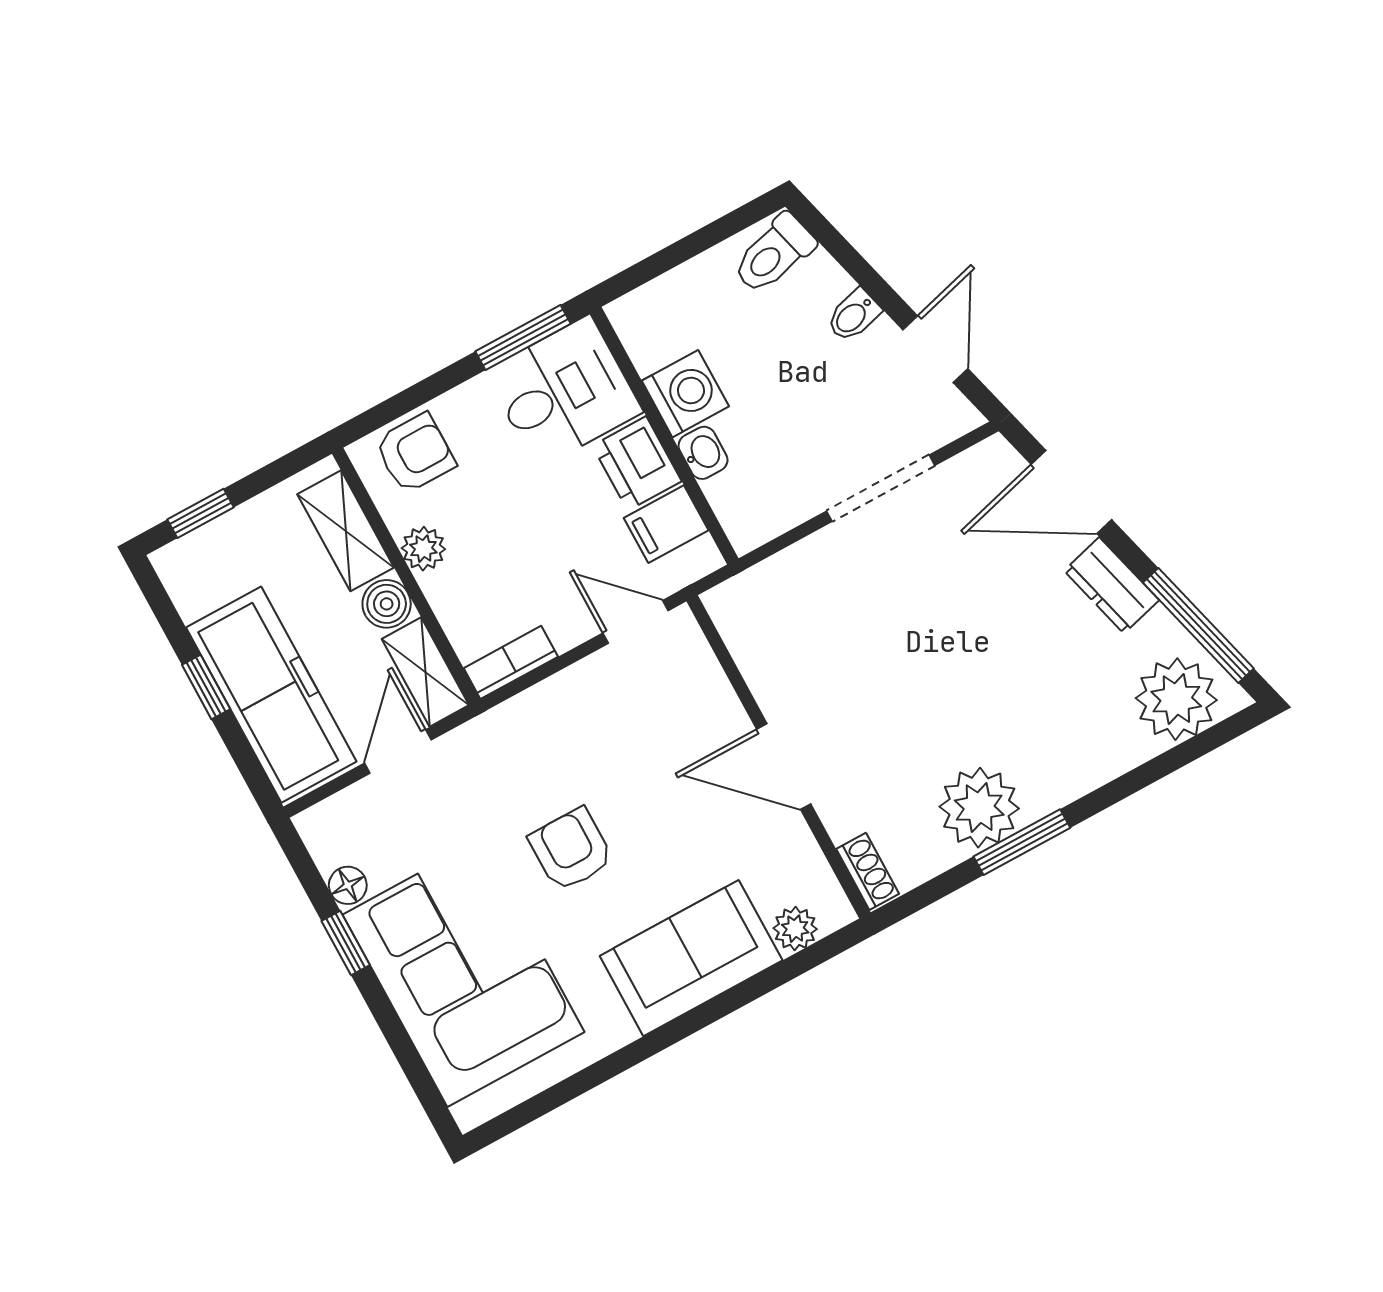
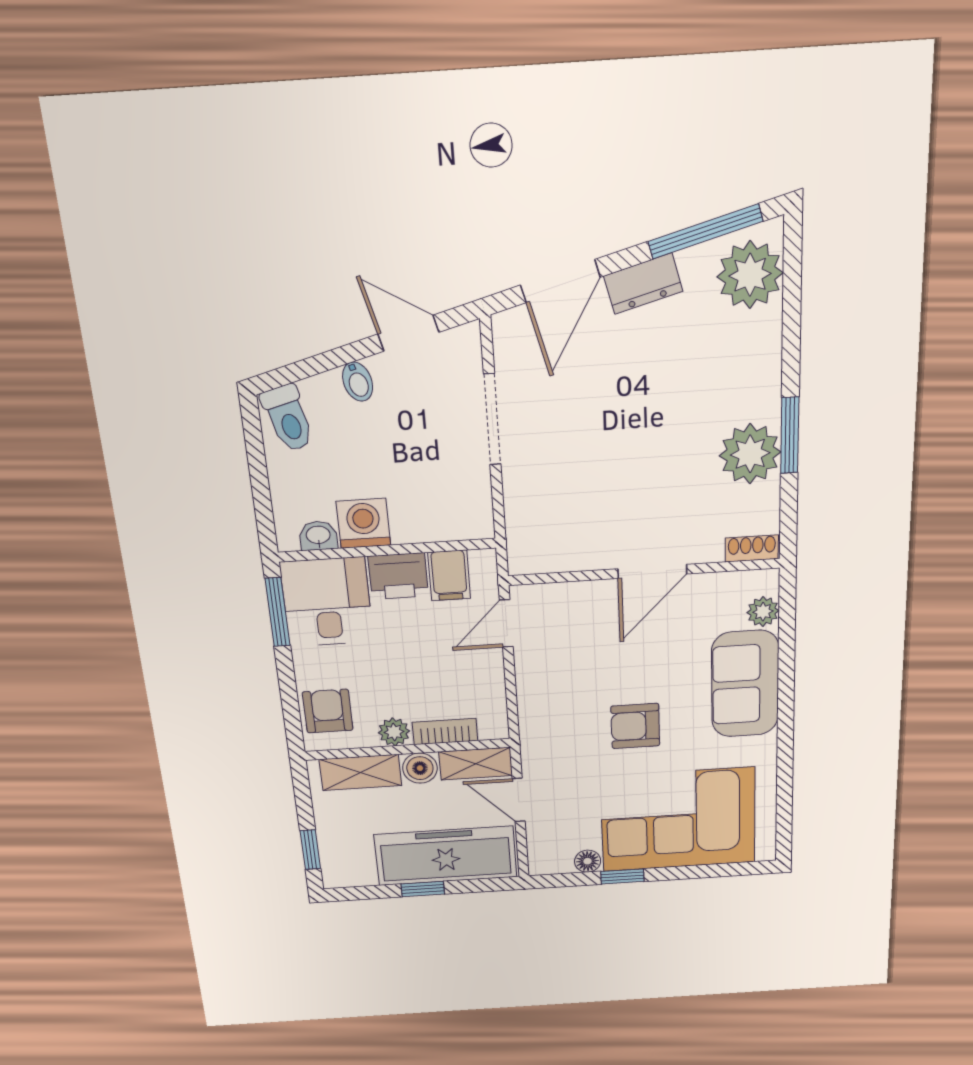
washbasin: (703, 453) -> (318, 536), moved
bookcase: (511, 662) -> (445, 732), moved, turned 90

